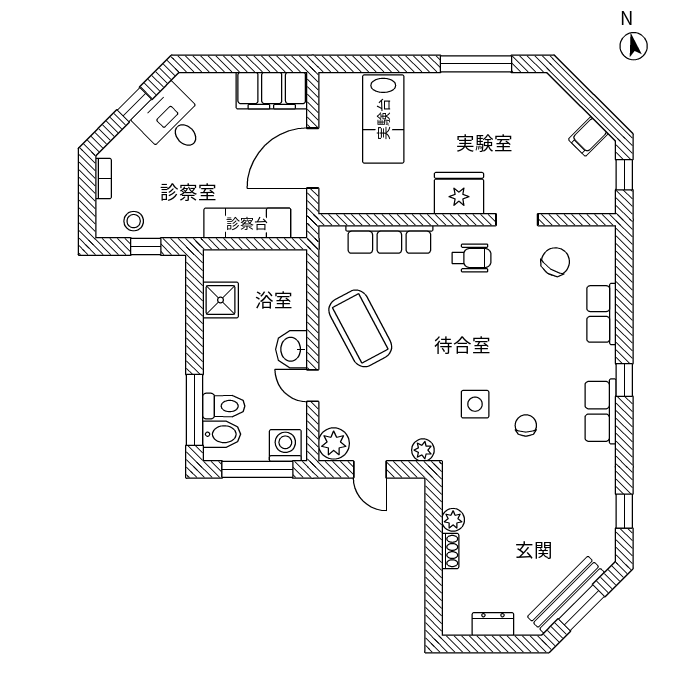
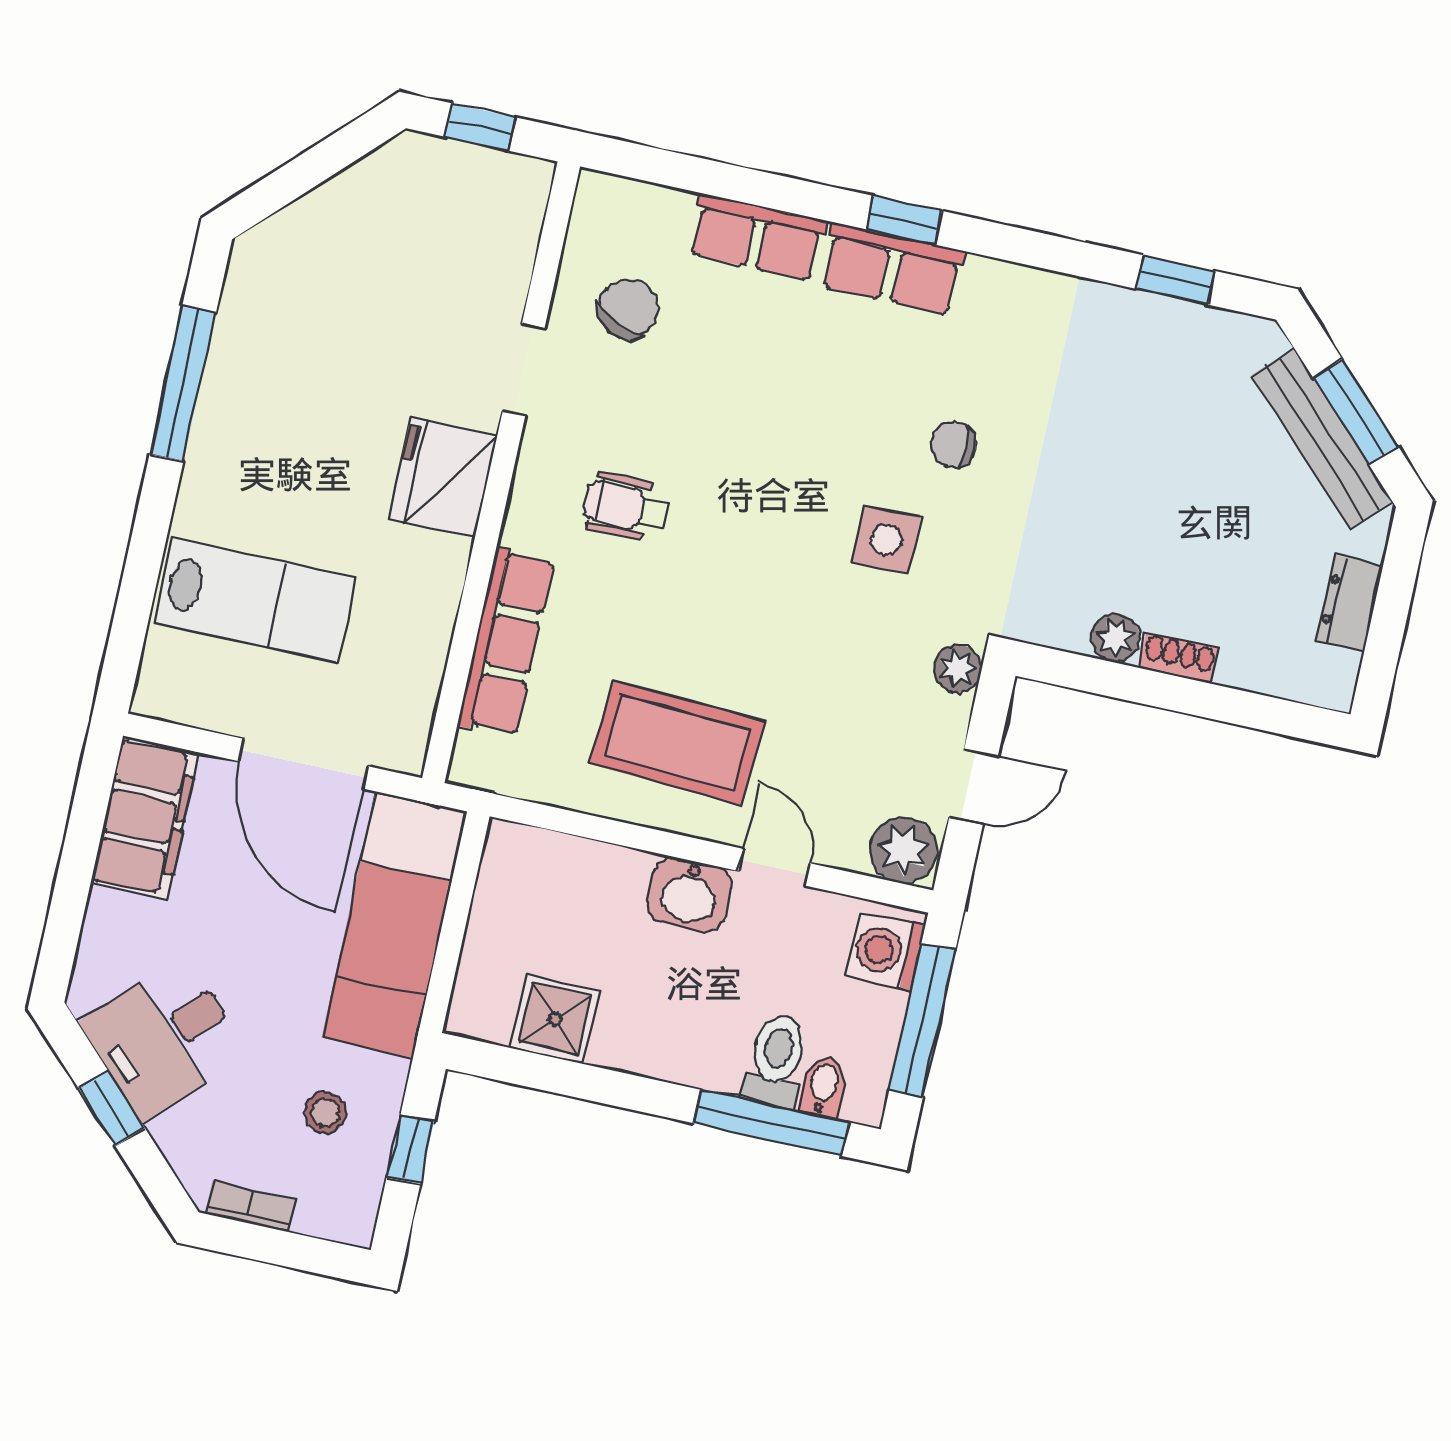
filing cabinet: (588, 136) -> (384, 184), removed
stool: (134, 221) -> (325, 1113), moved
exam couch: (247, 223) -> (394, 925), width x1.36, depth x1.45
wheelchair: (472, 258) -> (626, 507), moved, turned -90
chair: (555, 262) -> (628, 309), turned 82
coffee table: (360, 328) -> (677, 743), turned 31
door: (313, 386) -> (774, 867), swing flipped
row of seats: (601, 411) -> (892, 269), moved
bidet: (222, 434) -> (823, 1087), width x0.72, depth x0.74

